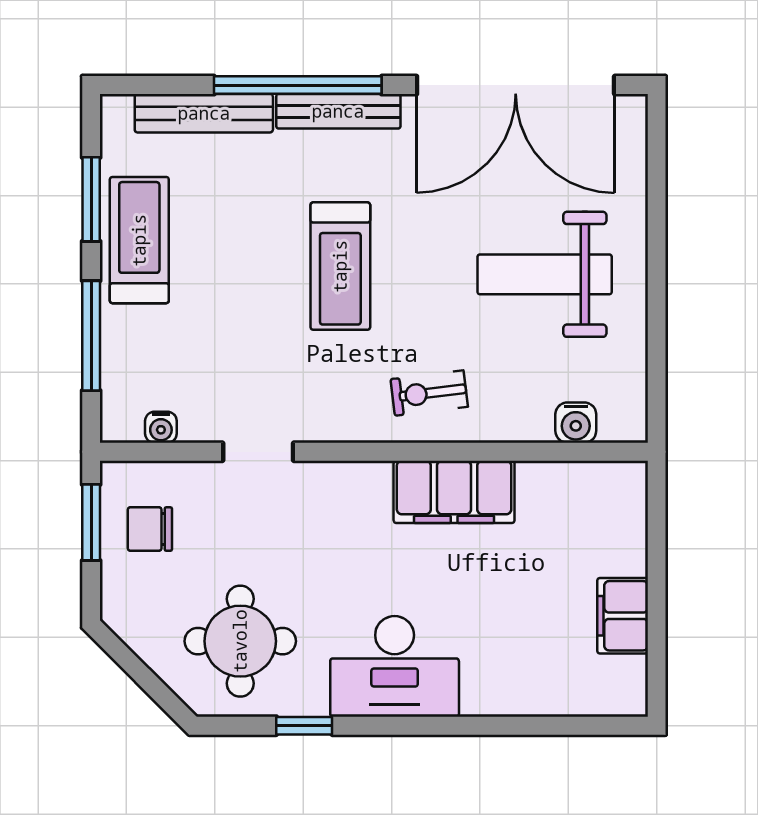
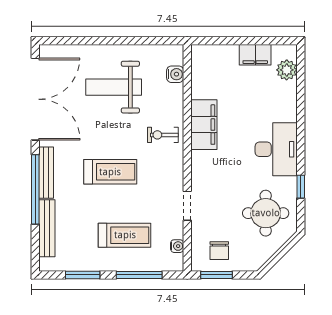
treadmill: (139, 240) -> (125, 235), moved, turned 180
weight bench: (545, 274) -> (114, 87), turned 90
exercise bike: (429, 393) -> (163, 135), turned 97
plant: (586, 692) -> (287, 70), added

